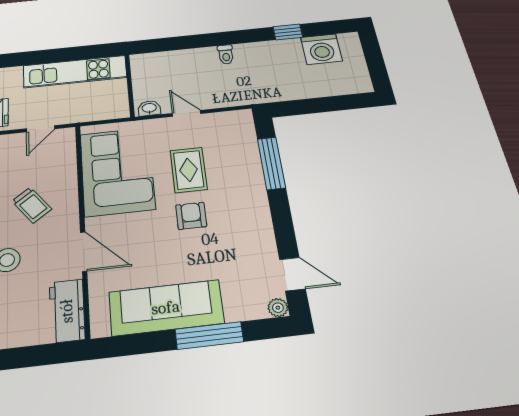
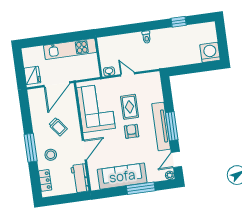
washing machine: (321, 49) -> (210, 52), moved, turned 180
door: (41, 129) -> (57, 84), width x1.88
window: (271, 163) -> (172, 126), moved
tv unit: (256, 207) -> (161, 126), added
door: (84, 251) -> (84, 150), hinge flipped
door: (292, 274) -> (176, 160), swing flipped

